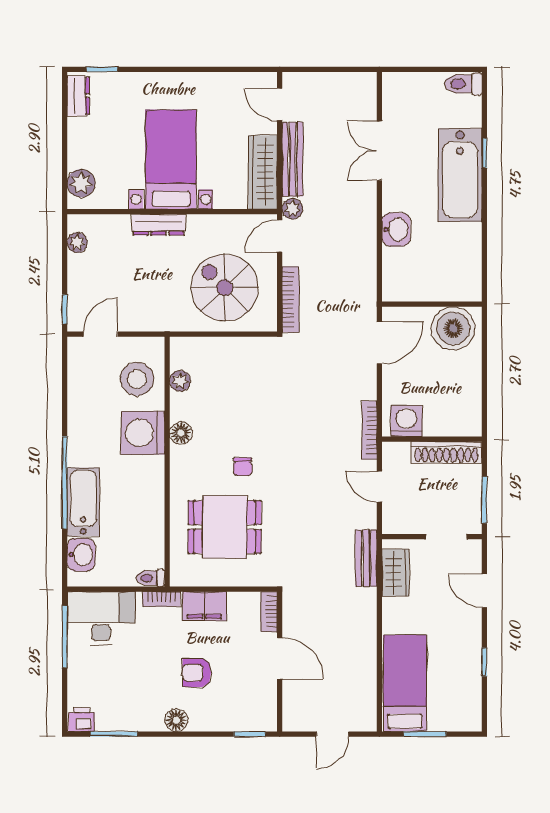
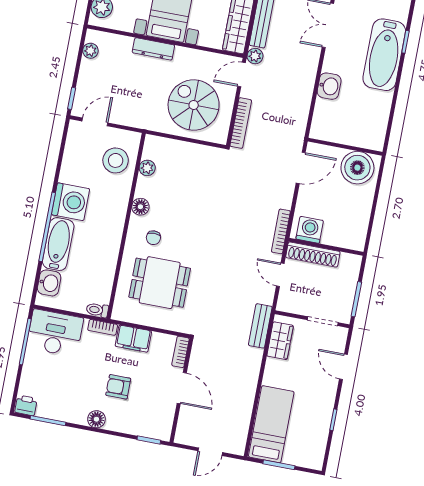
washing machine: (143, 433) -> (71, 202), moved, turned 180
shoe rack: (446, 452) -> (313, 255), moved
chair: (243, 467) -> (153, 238), moved

